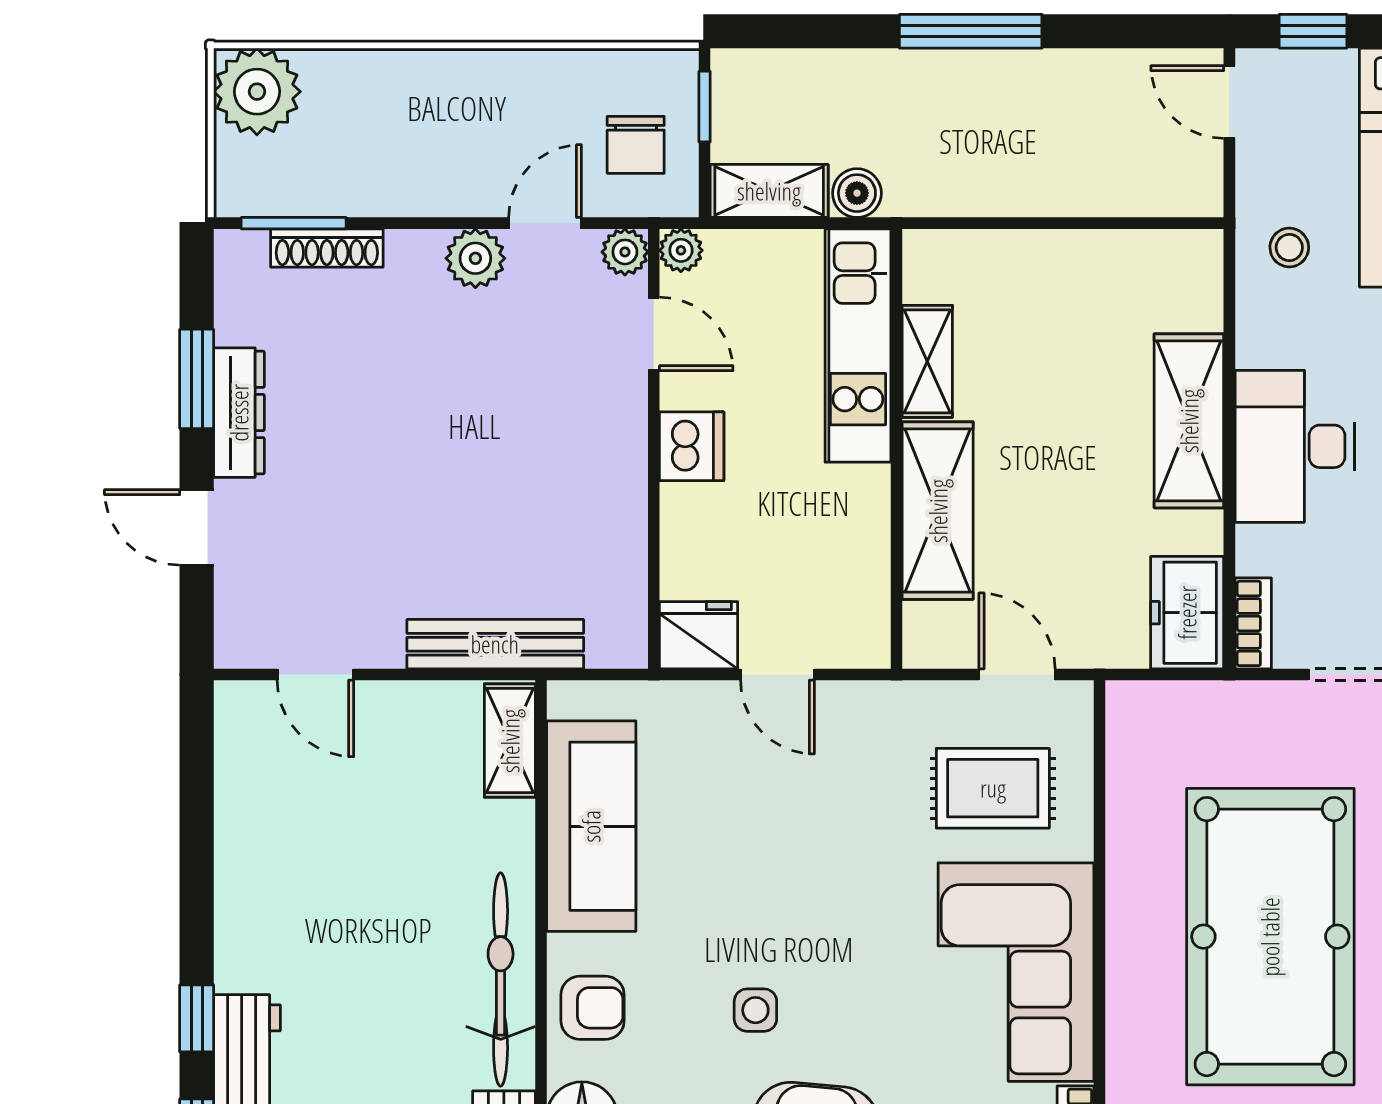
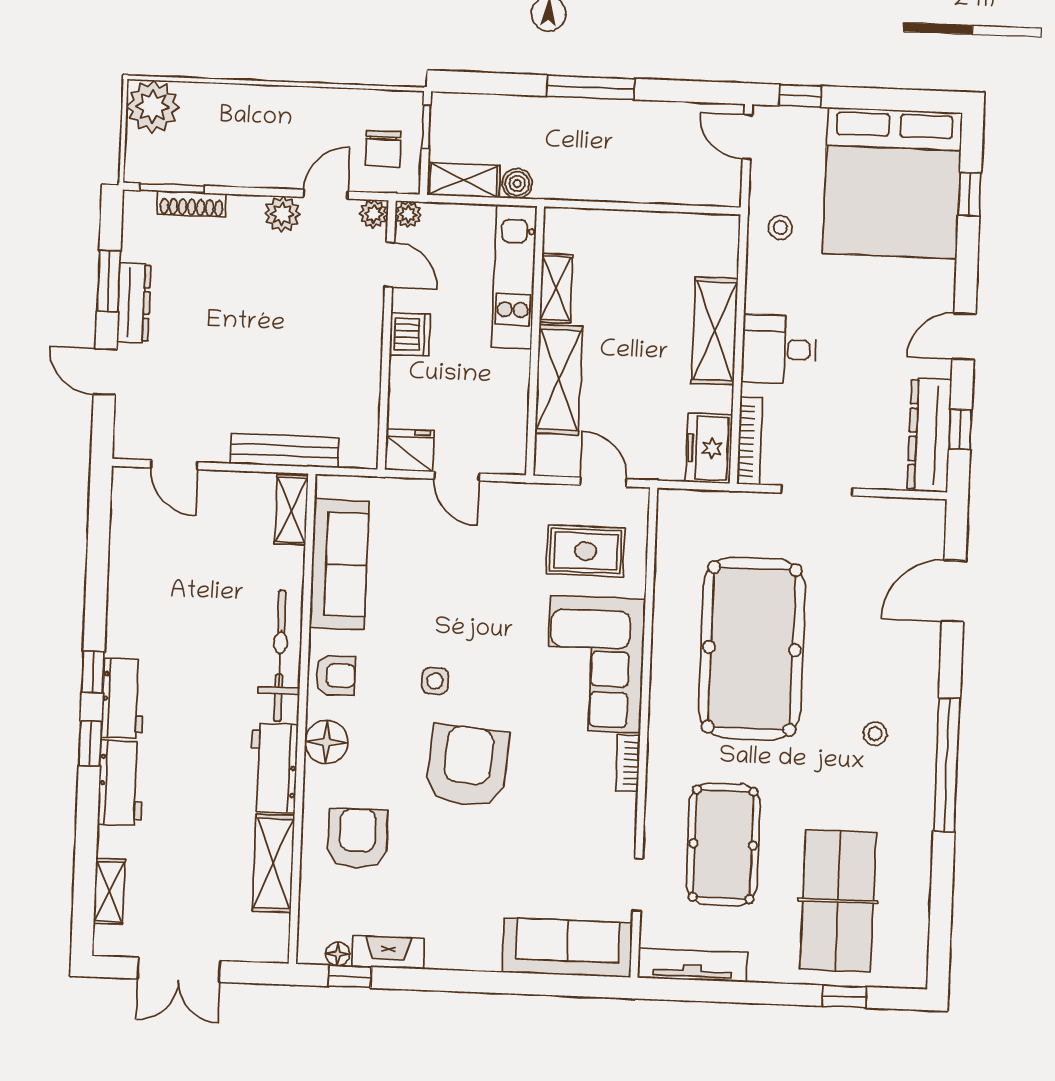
desk: (1295, 446) -> (779, 349), width x0.73
bookcase: (1253, 623) -> (750, 441), width x1.56

